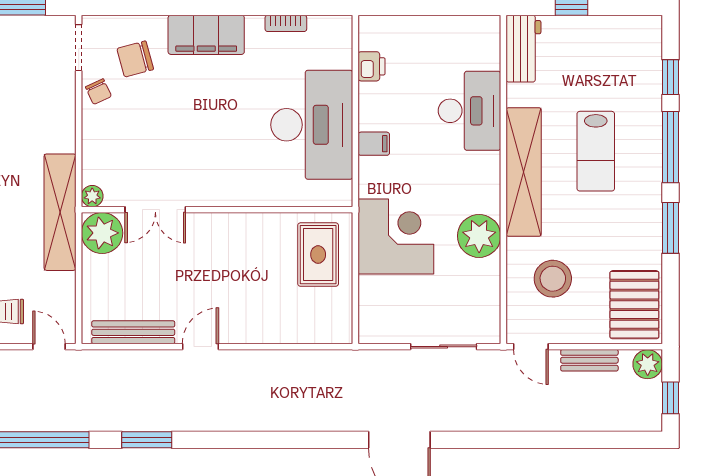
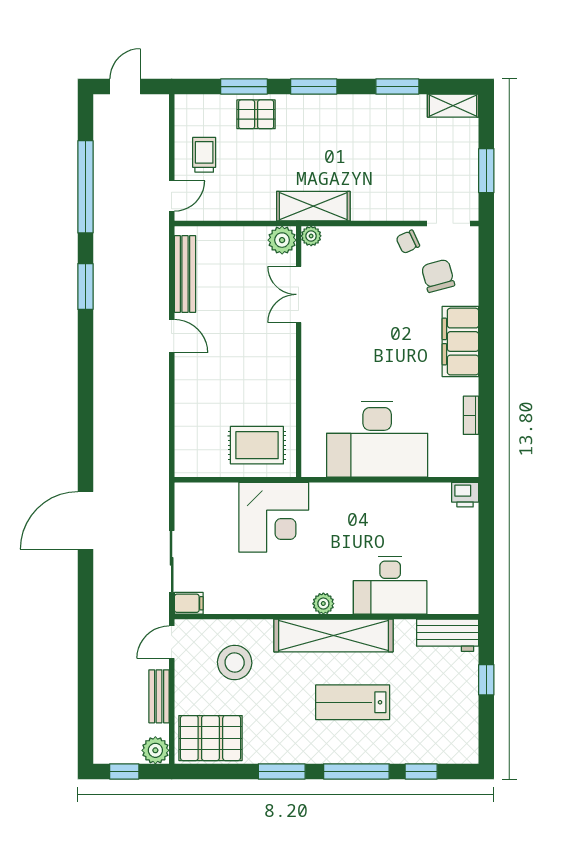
printer: (372, 66) -> (465, 495), moved
filing cabinet: (374, 144) -> (189, 603), moved, turned -90
shelving: (60, 212) -> (313, 206), width x0.68
plant: (102, 233) -> (282, 240), width x0.73, depth x0.73
plant: (479, 236) -> (323, 604), moved, width x0.53, depth x0.53

